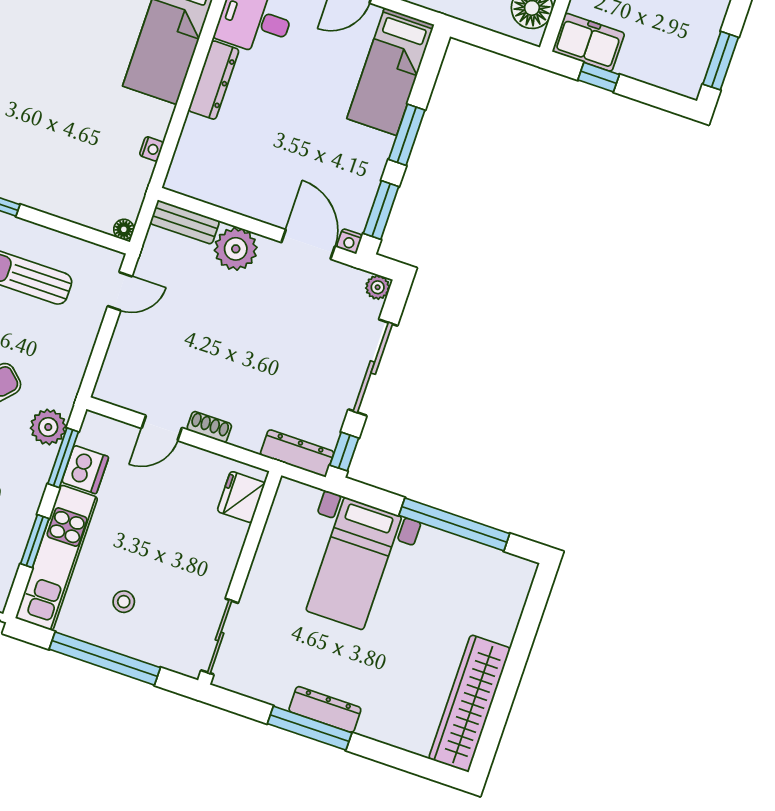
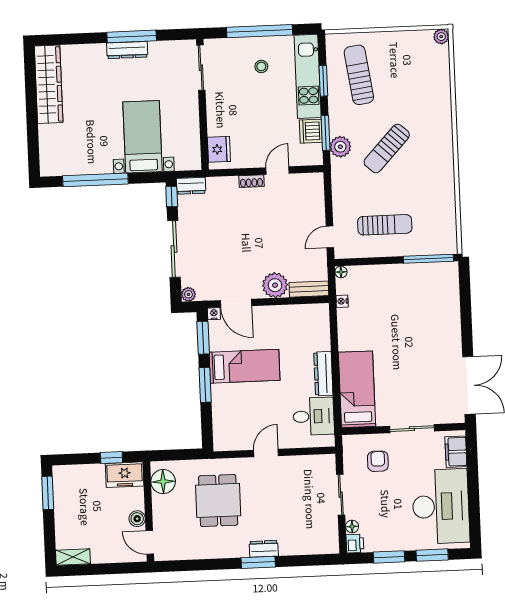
bed: (391, 72) -> (245, 366), moved, turned 90
nightstand: (151, 149) -> (342, 301), moved
dresser: (297, 453) -> (191, 186), width x0.70

